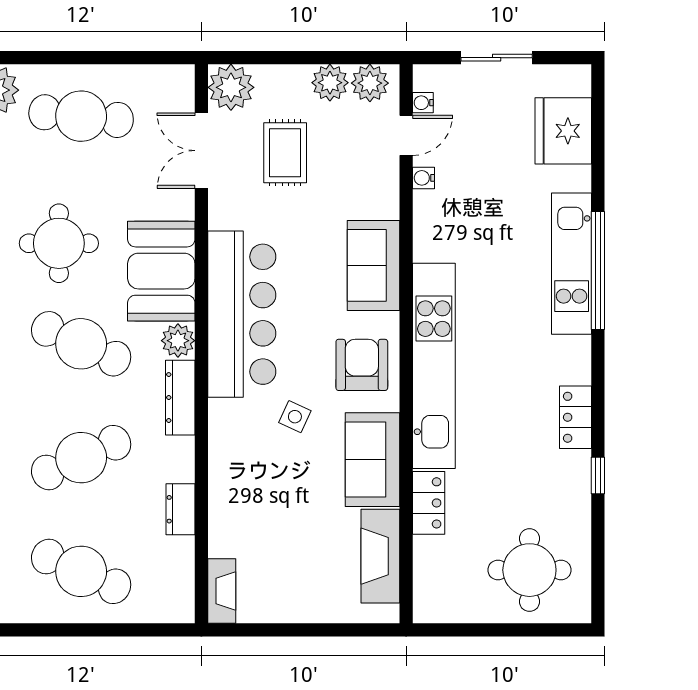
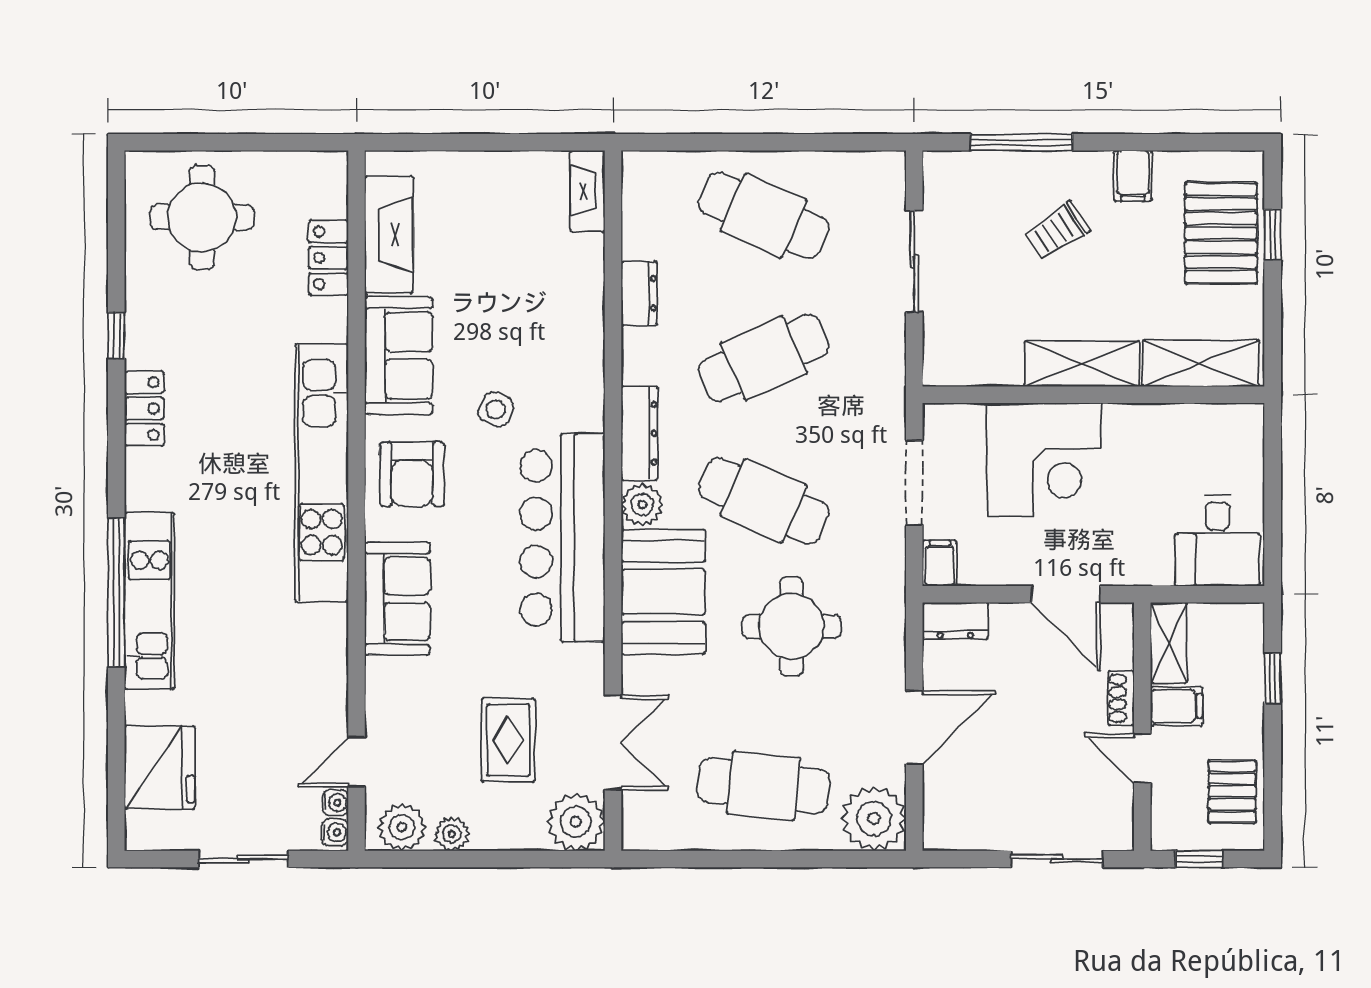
plant: (330, 83) -> (452, 834), width x0.73, depth x0.73
water cooler: (424, 178) -> (335, 832), moved
locker: (429, 503) -> (328, 258), moved

